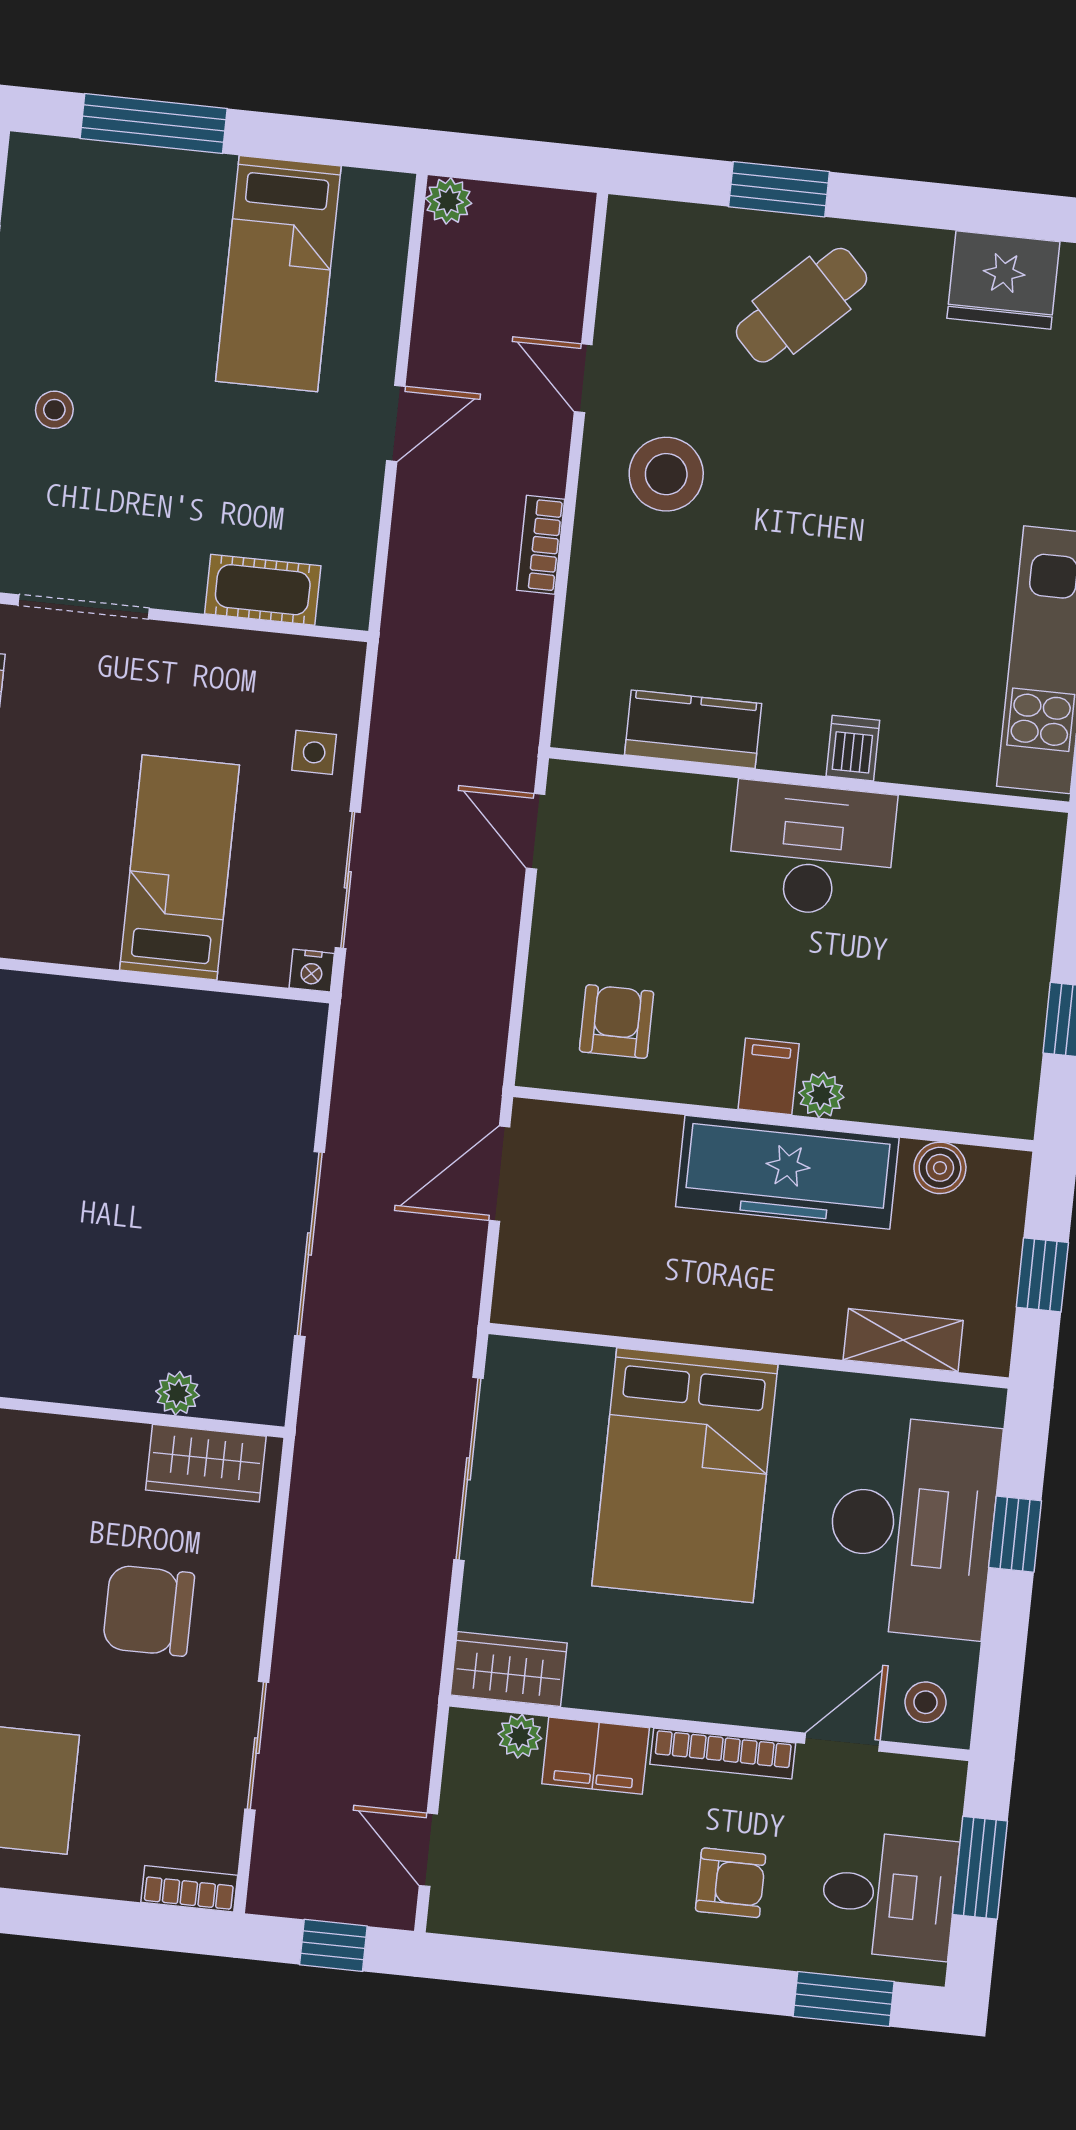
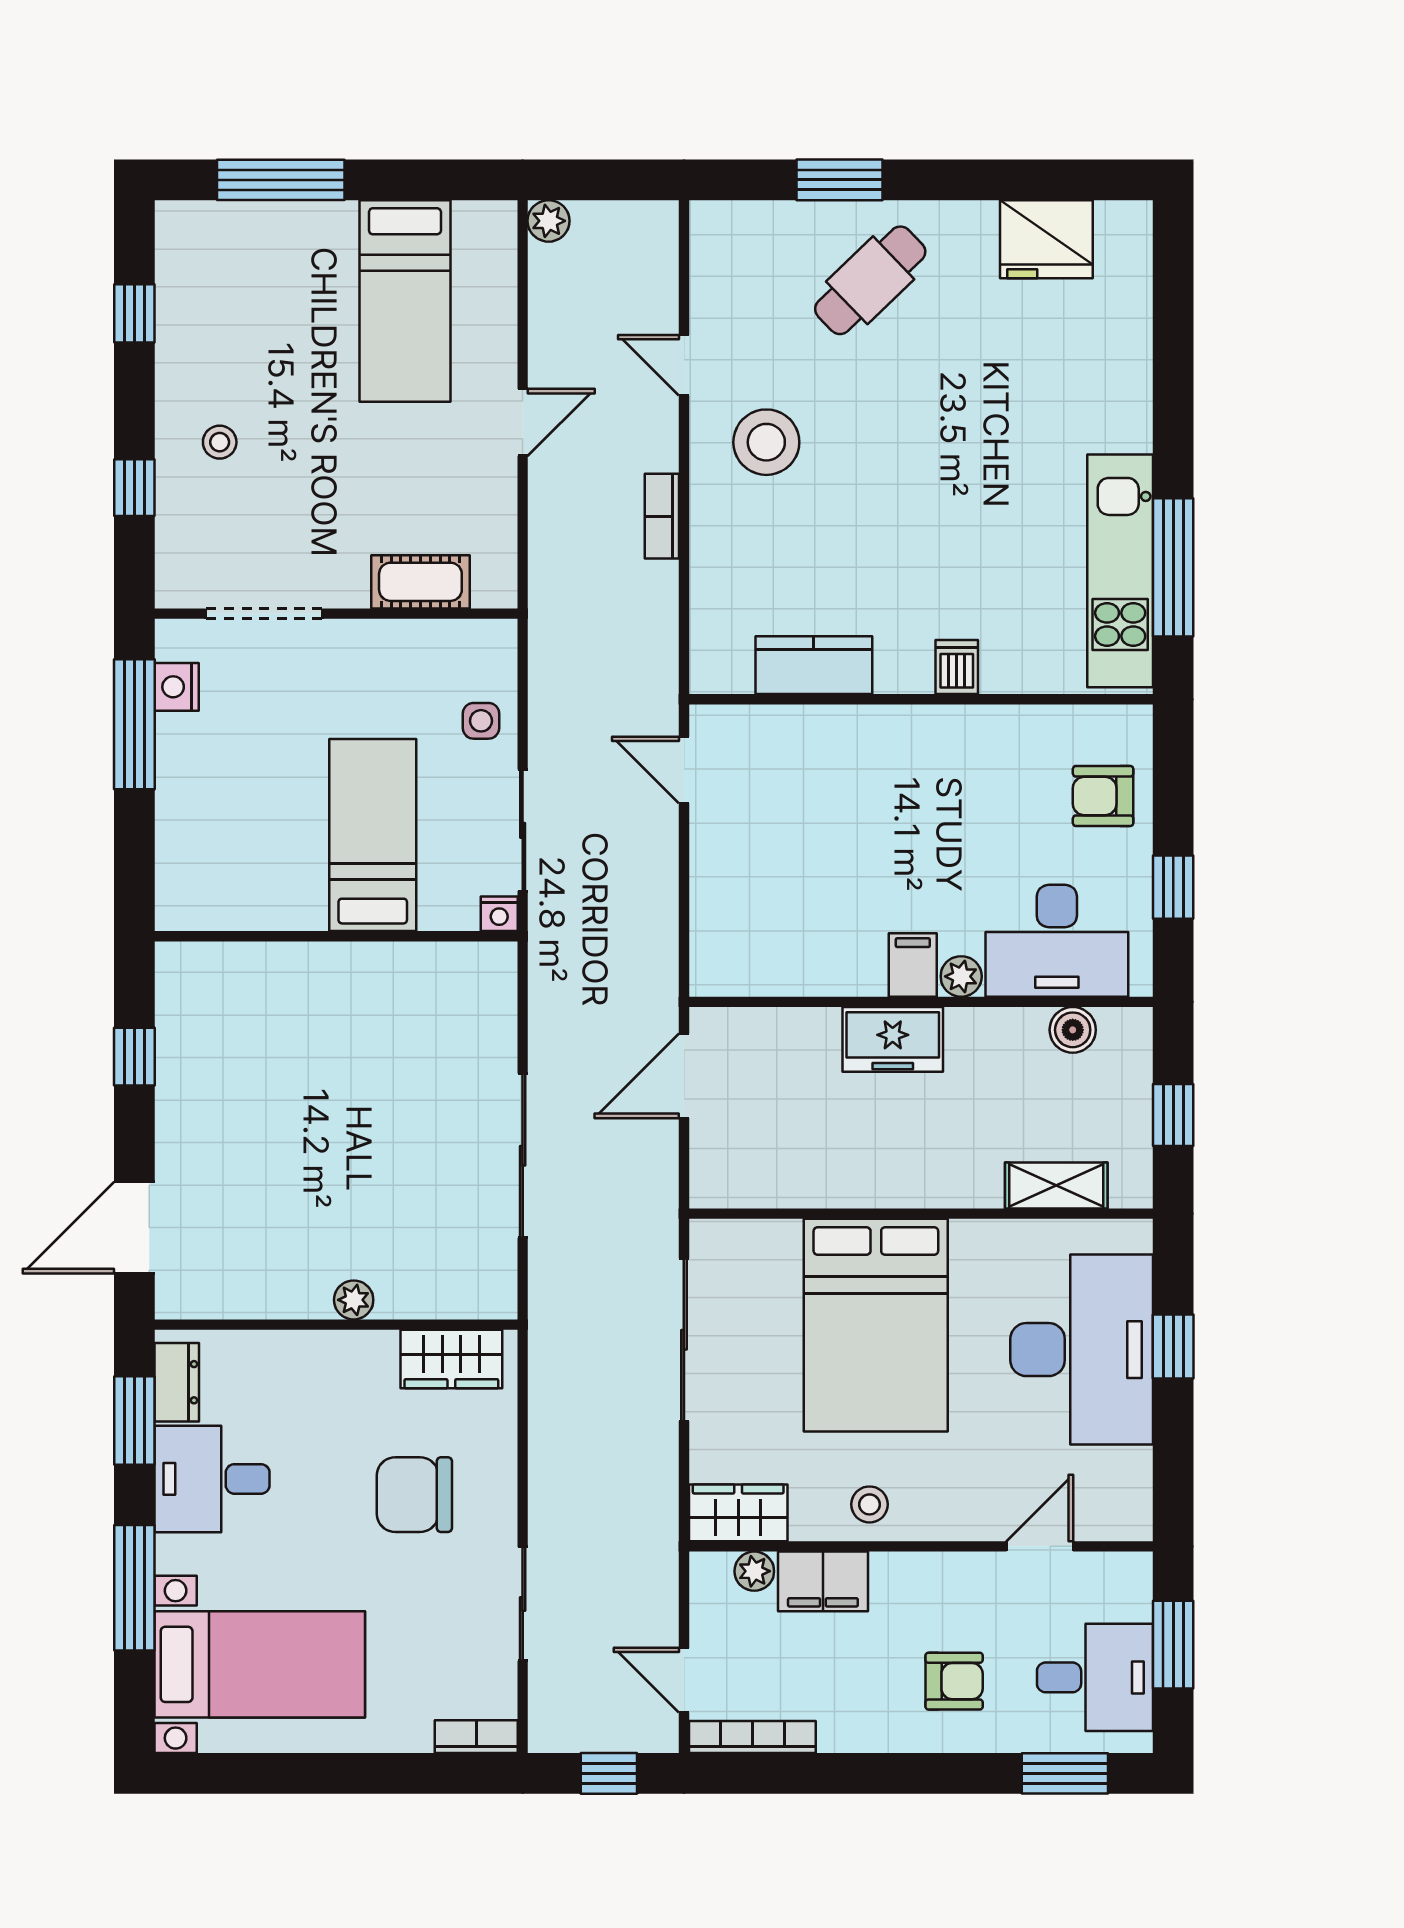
desk: (812, 849) -> (1057, 941), moved, turned 180
armchair: (617, 1021) -> (1103, 796), moved, turned -90
freezer: (787, 1172) -> (893, 1039), width x0.52, depth x0.79
plant: (178, 1393) -> (354, 1300), moved
stool: (925, 1702) -> (869, 1504), moved
bookcase: (723, 1754) -> (752, 1737), moved, turned 180

